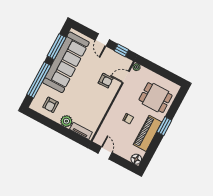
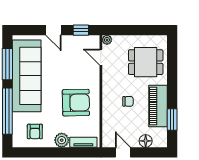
door: (126, 77) -> (101, 57), hinge flipped
armchair: (106, 81) -> (76, 103), moved, width x1.88, depth x1.88
window: (164, 126) -> (172, 120), moved
floor lamp: (136, 159) -> (146, 141), moved

